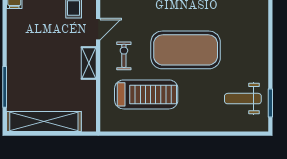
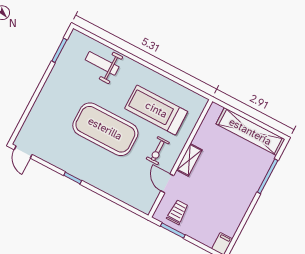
door: (98, 29) -> (167, 183), hinge flipped
weight bench: (243, 99) -> (102, 63), moved, turned 180

